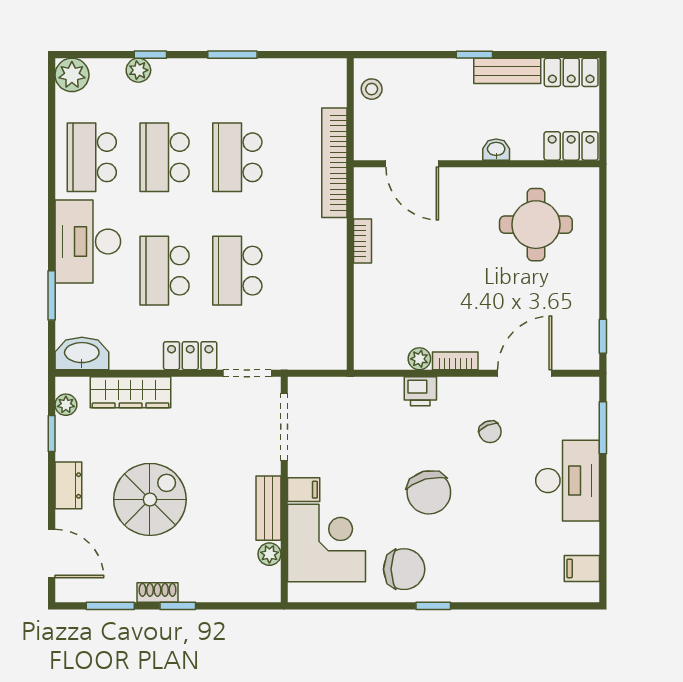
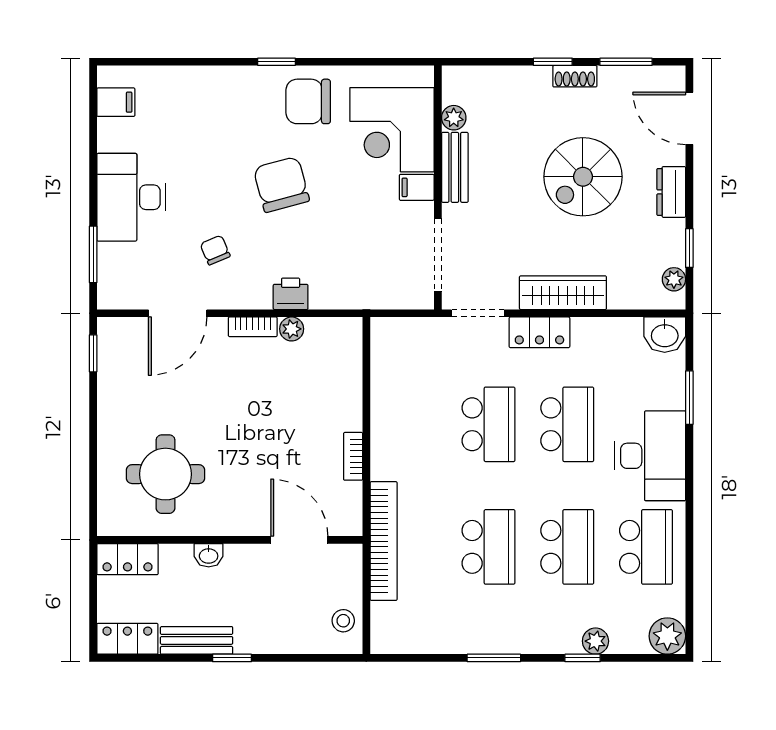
washbasin: (82, 354) -> (665, 335), width x0.72
wardrobe: (131, 392) -> (563, 293), moved

